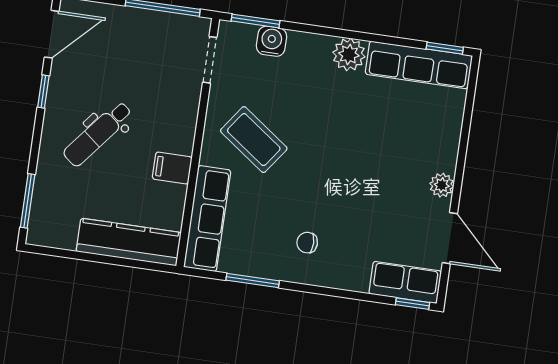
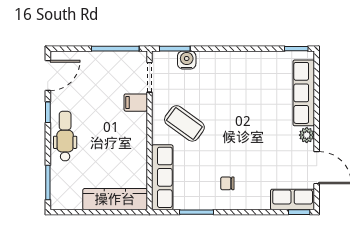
plant: (349, 54) -> (237, 61), removed
row of seats: (419, 65) -> (304, 93), moved, turned 90
dental chair: (98, 134) -> (65, 136), moved, turned 141
filing cabinet: (172, 168) -> (136, 103), moved

